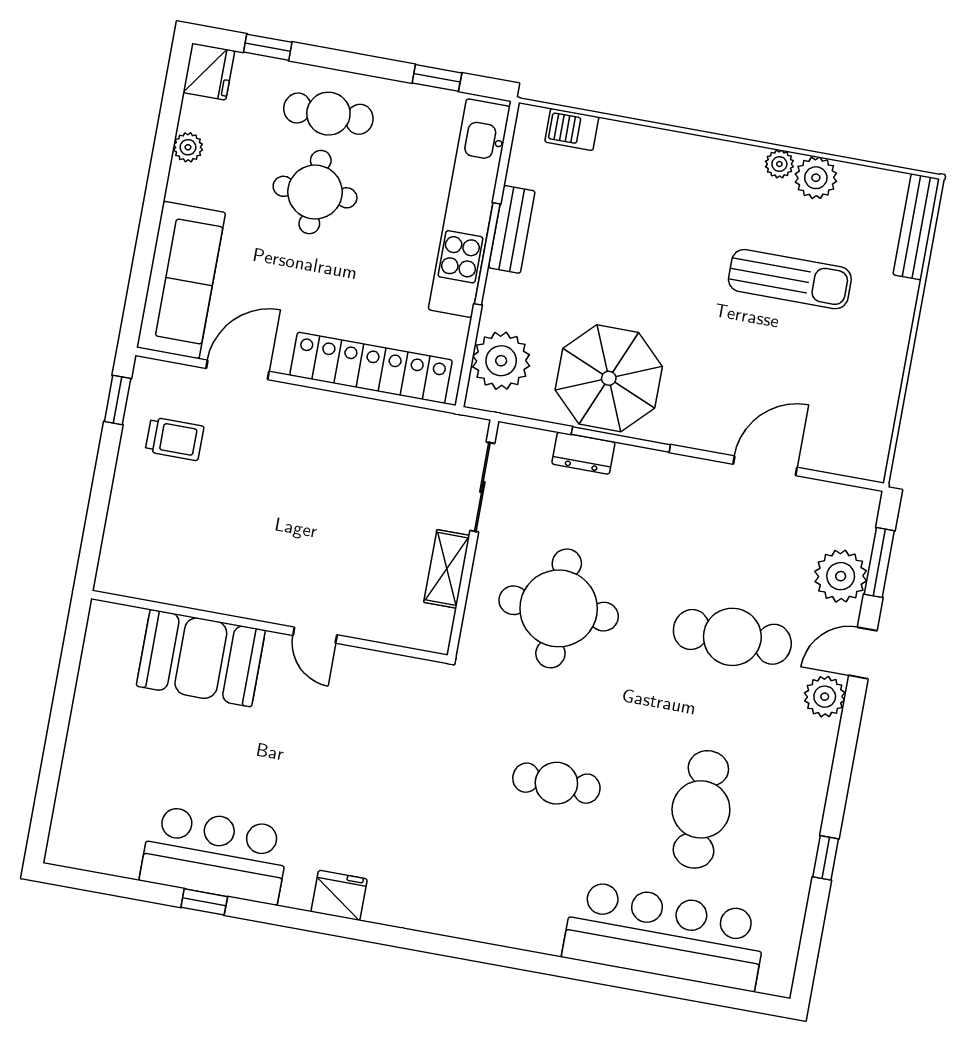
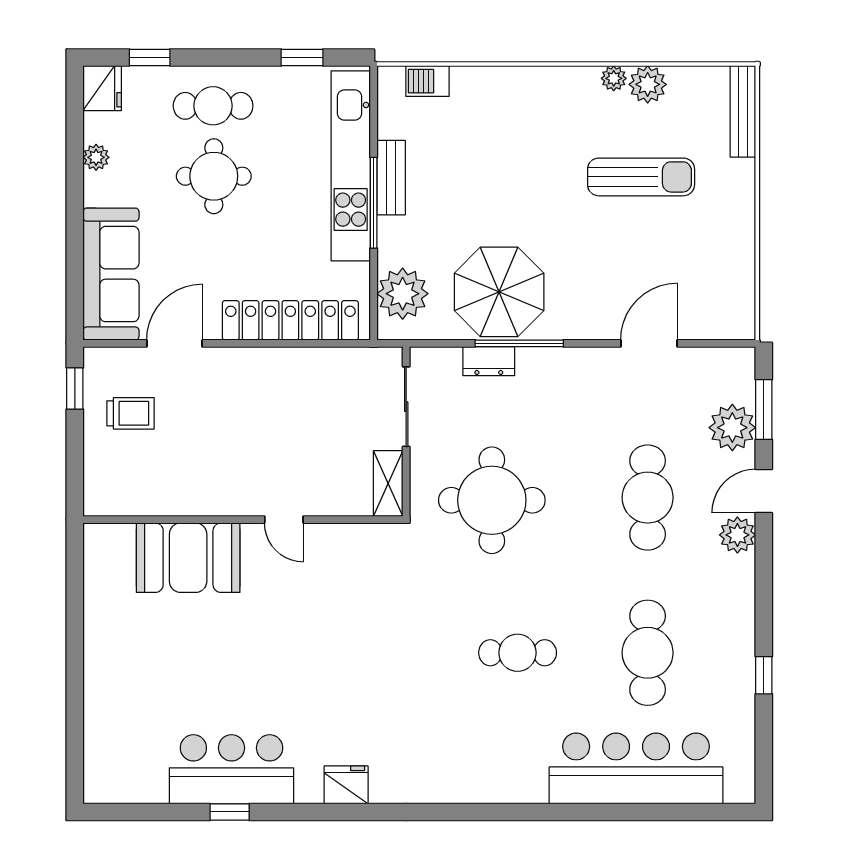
wall: (269, 627) -> (243, 520), moved
door: (315, 635) -> (284, 520), moved
cafe table: (732, 637) -> (648, 498), turned 90
booth: (201, 658) -> (188, 558), moved

